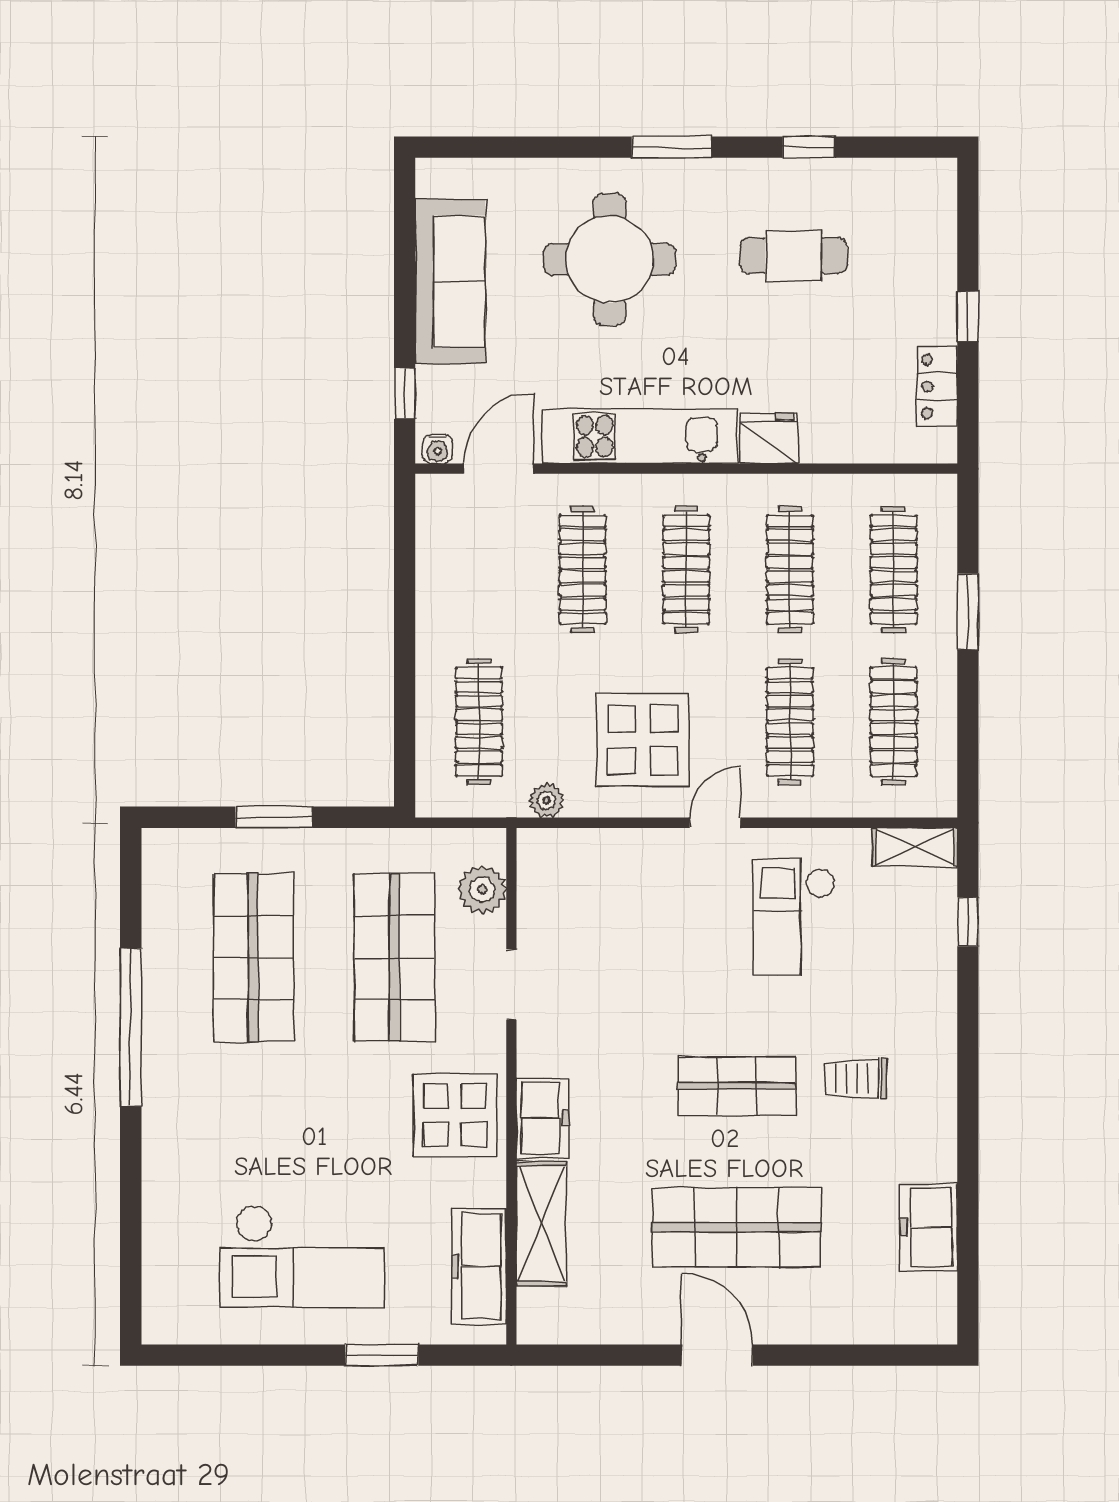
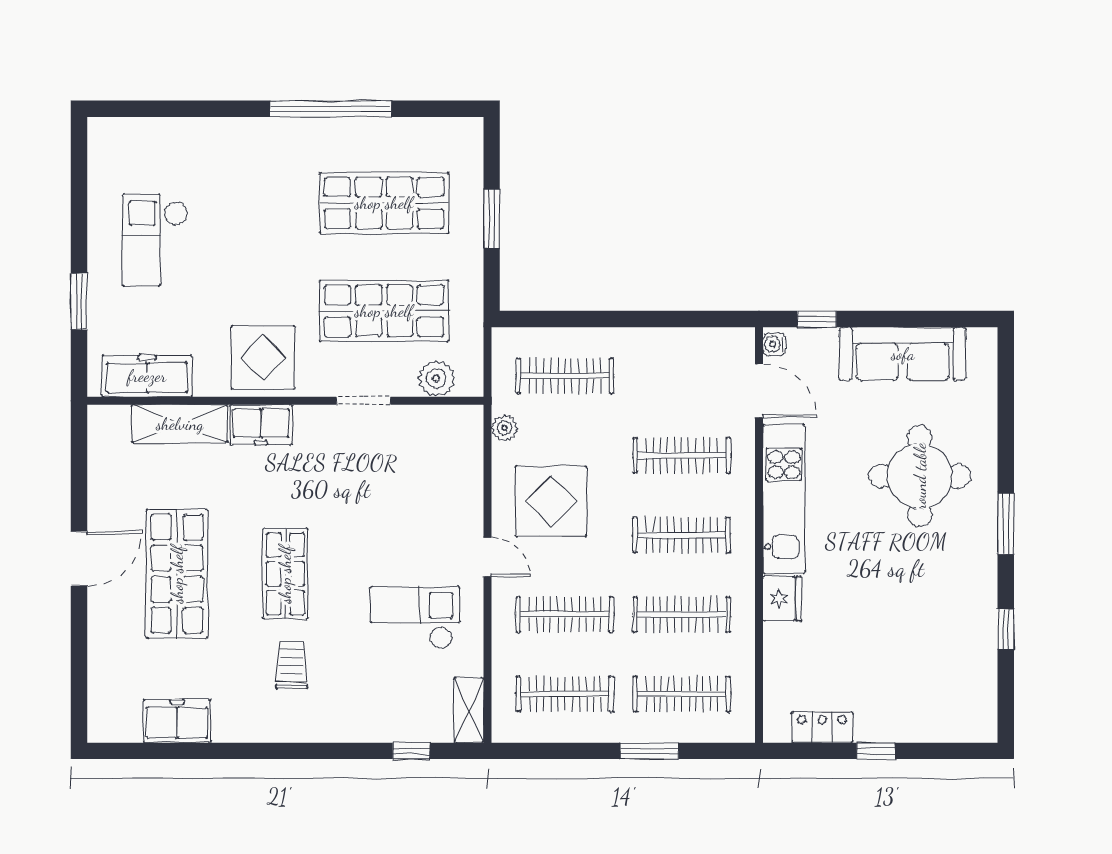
cafe table: (794, 256) -> (922, 617), removed
checkout: (302, 1256) -> (155, 240), width x0.73, depth x0.83

